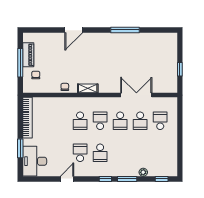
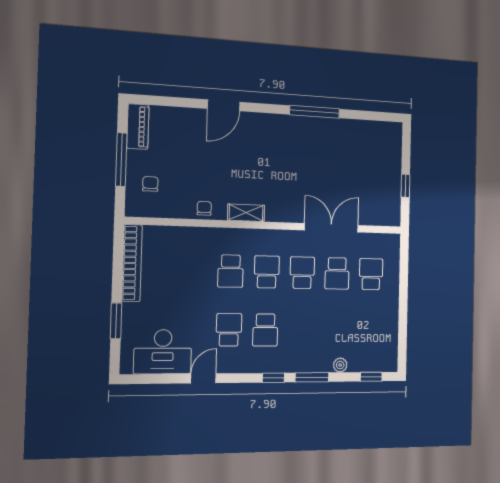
piano: (28, 55) -> (138, 127), moved
school desk: (120, 121) -> (302, 273), turned 180
desk: (35, 161) -> (163, 352), moved, turned -90

